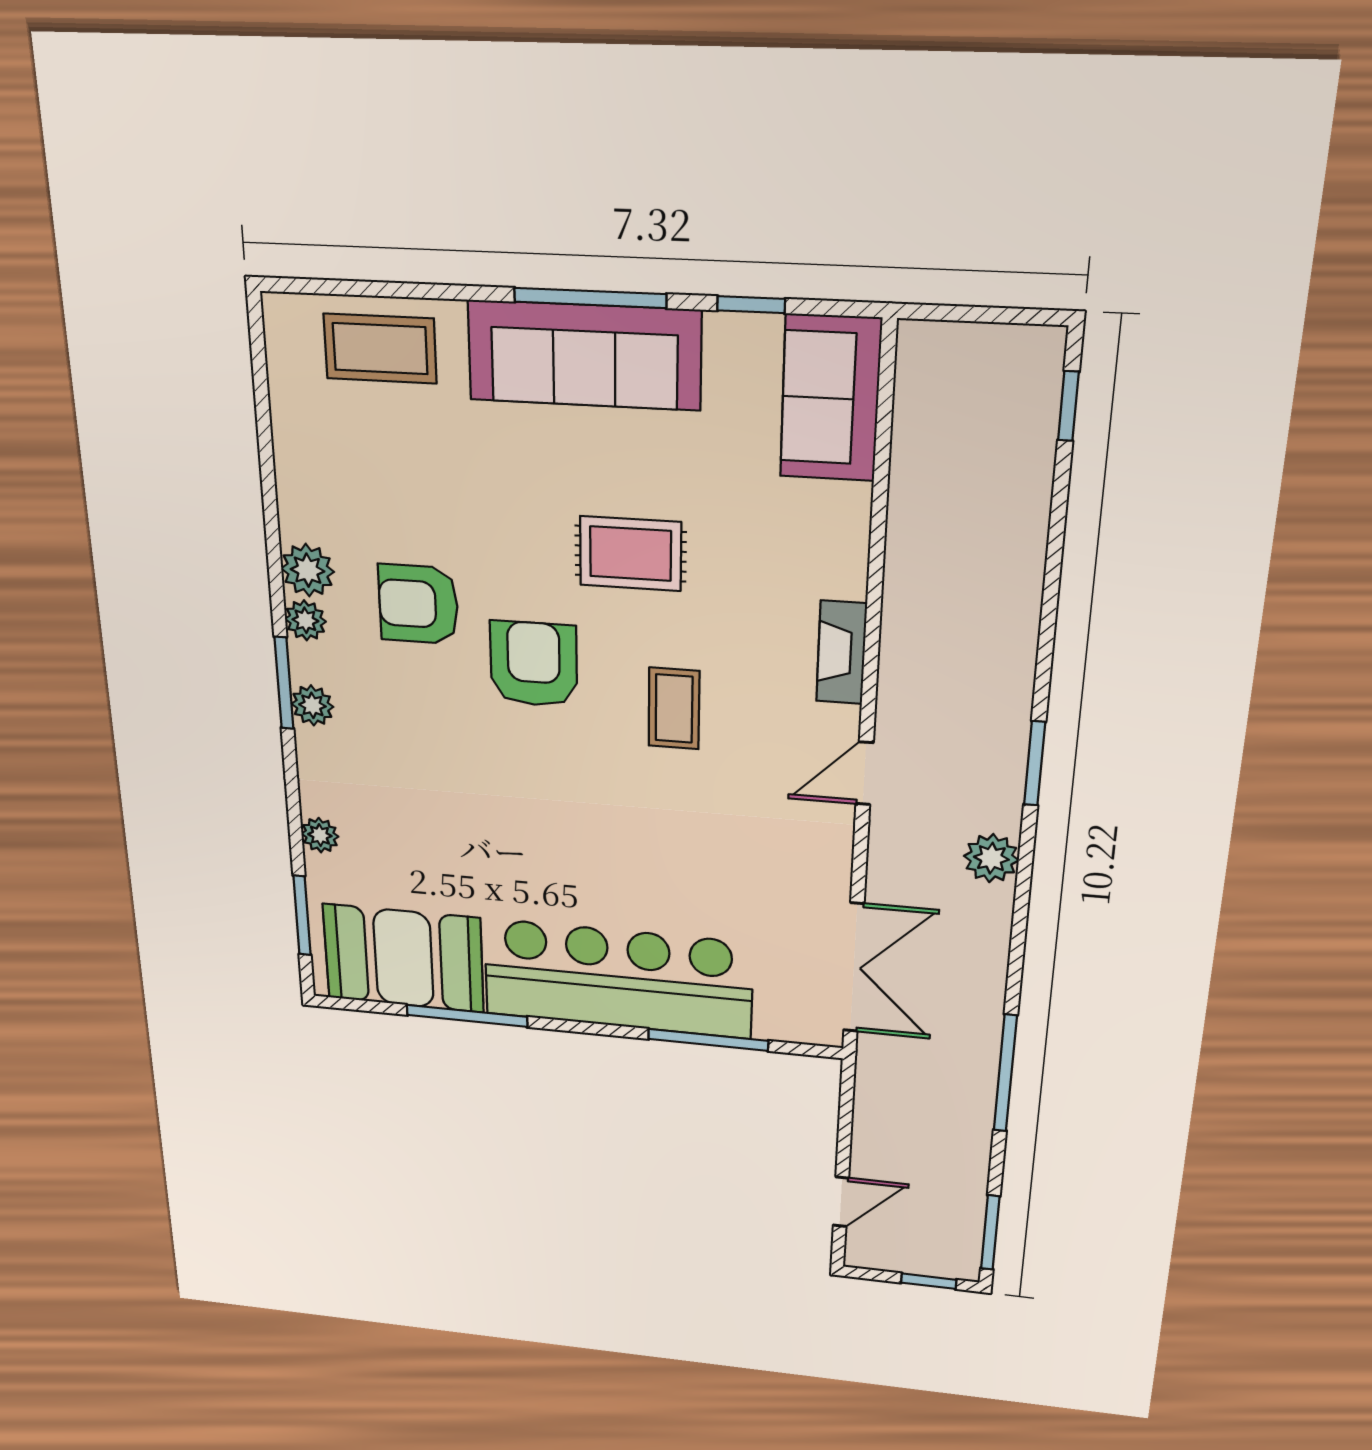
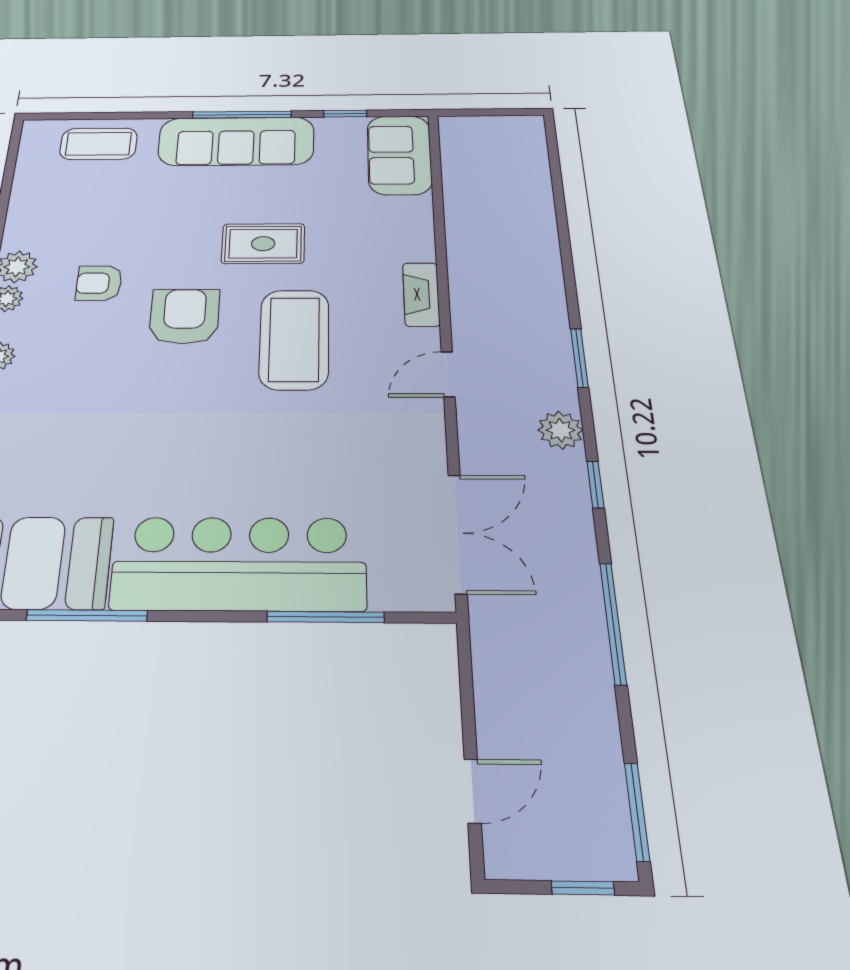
window: (1068, 406) -> (595, 485), moved
armchair: (418, 604) -> (99, 283), width x0.72, depth x0.72
coffee table: (674, 708) -> (294, 339), width x1.86, depth x1.72

